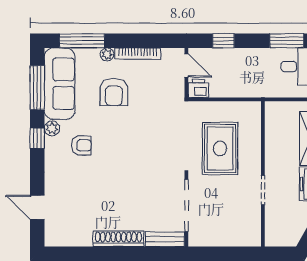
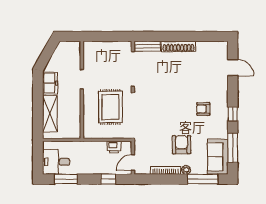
door: (186, 66) -> (133, 162), hinge flipped
sofa: (60, 84) -> (218, 157), width x0.73
printer: (199, 88) -> (114, 147), moved
plant: (52, 128) -> (223, 120), removed

